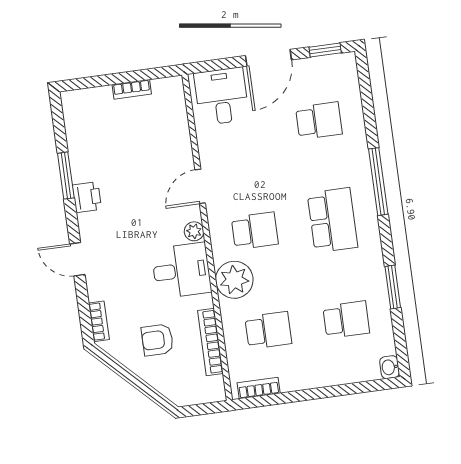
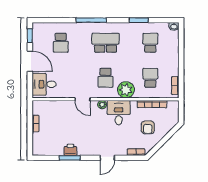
school desk: (319, 121) -> (61, 43), turned 180
printer: (87, 197) -> (70, 150), moved
school desk: (255, 231) -> (106, 78), turned 180

